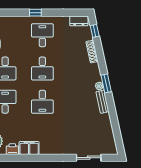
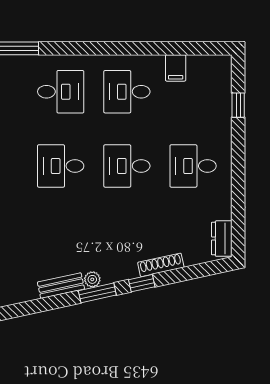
window: (35, 13) -> (238, 105), moved
window: (95, 31) -> (142, 283), moved
desk: (42, 35) -> (193, 166), turned 180

